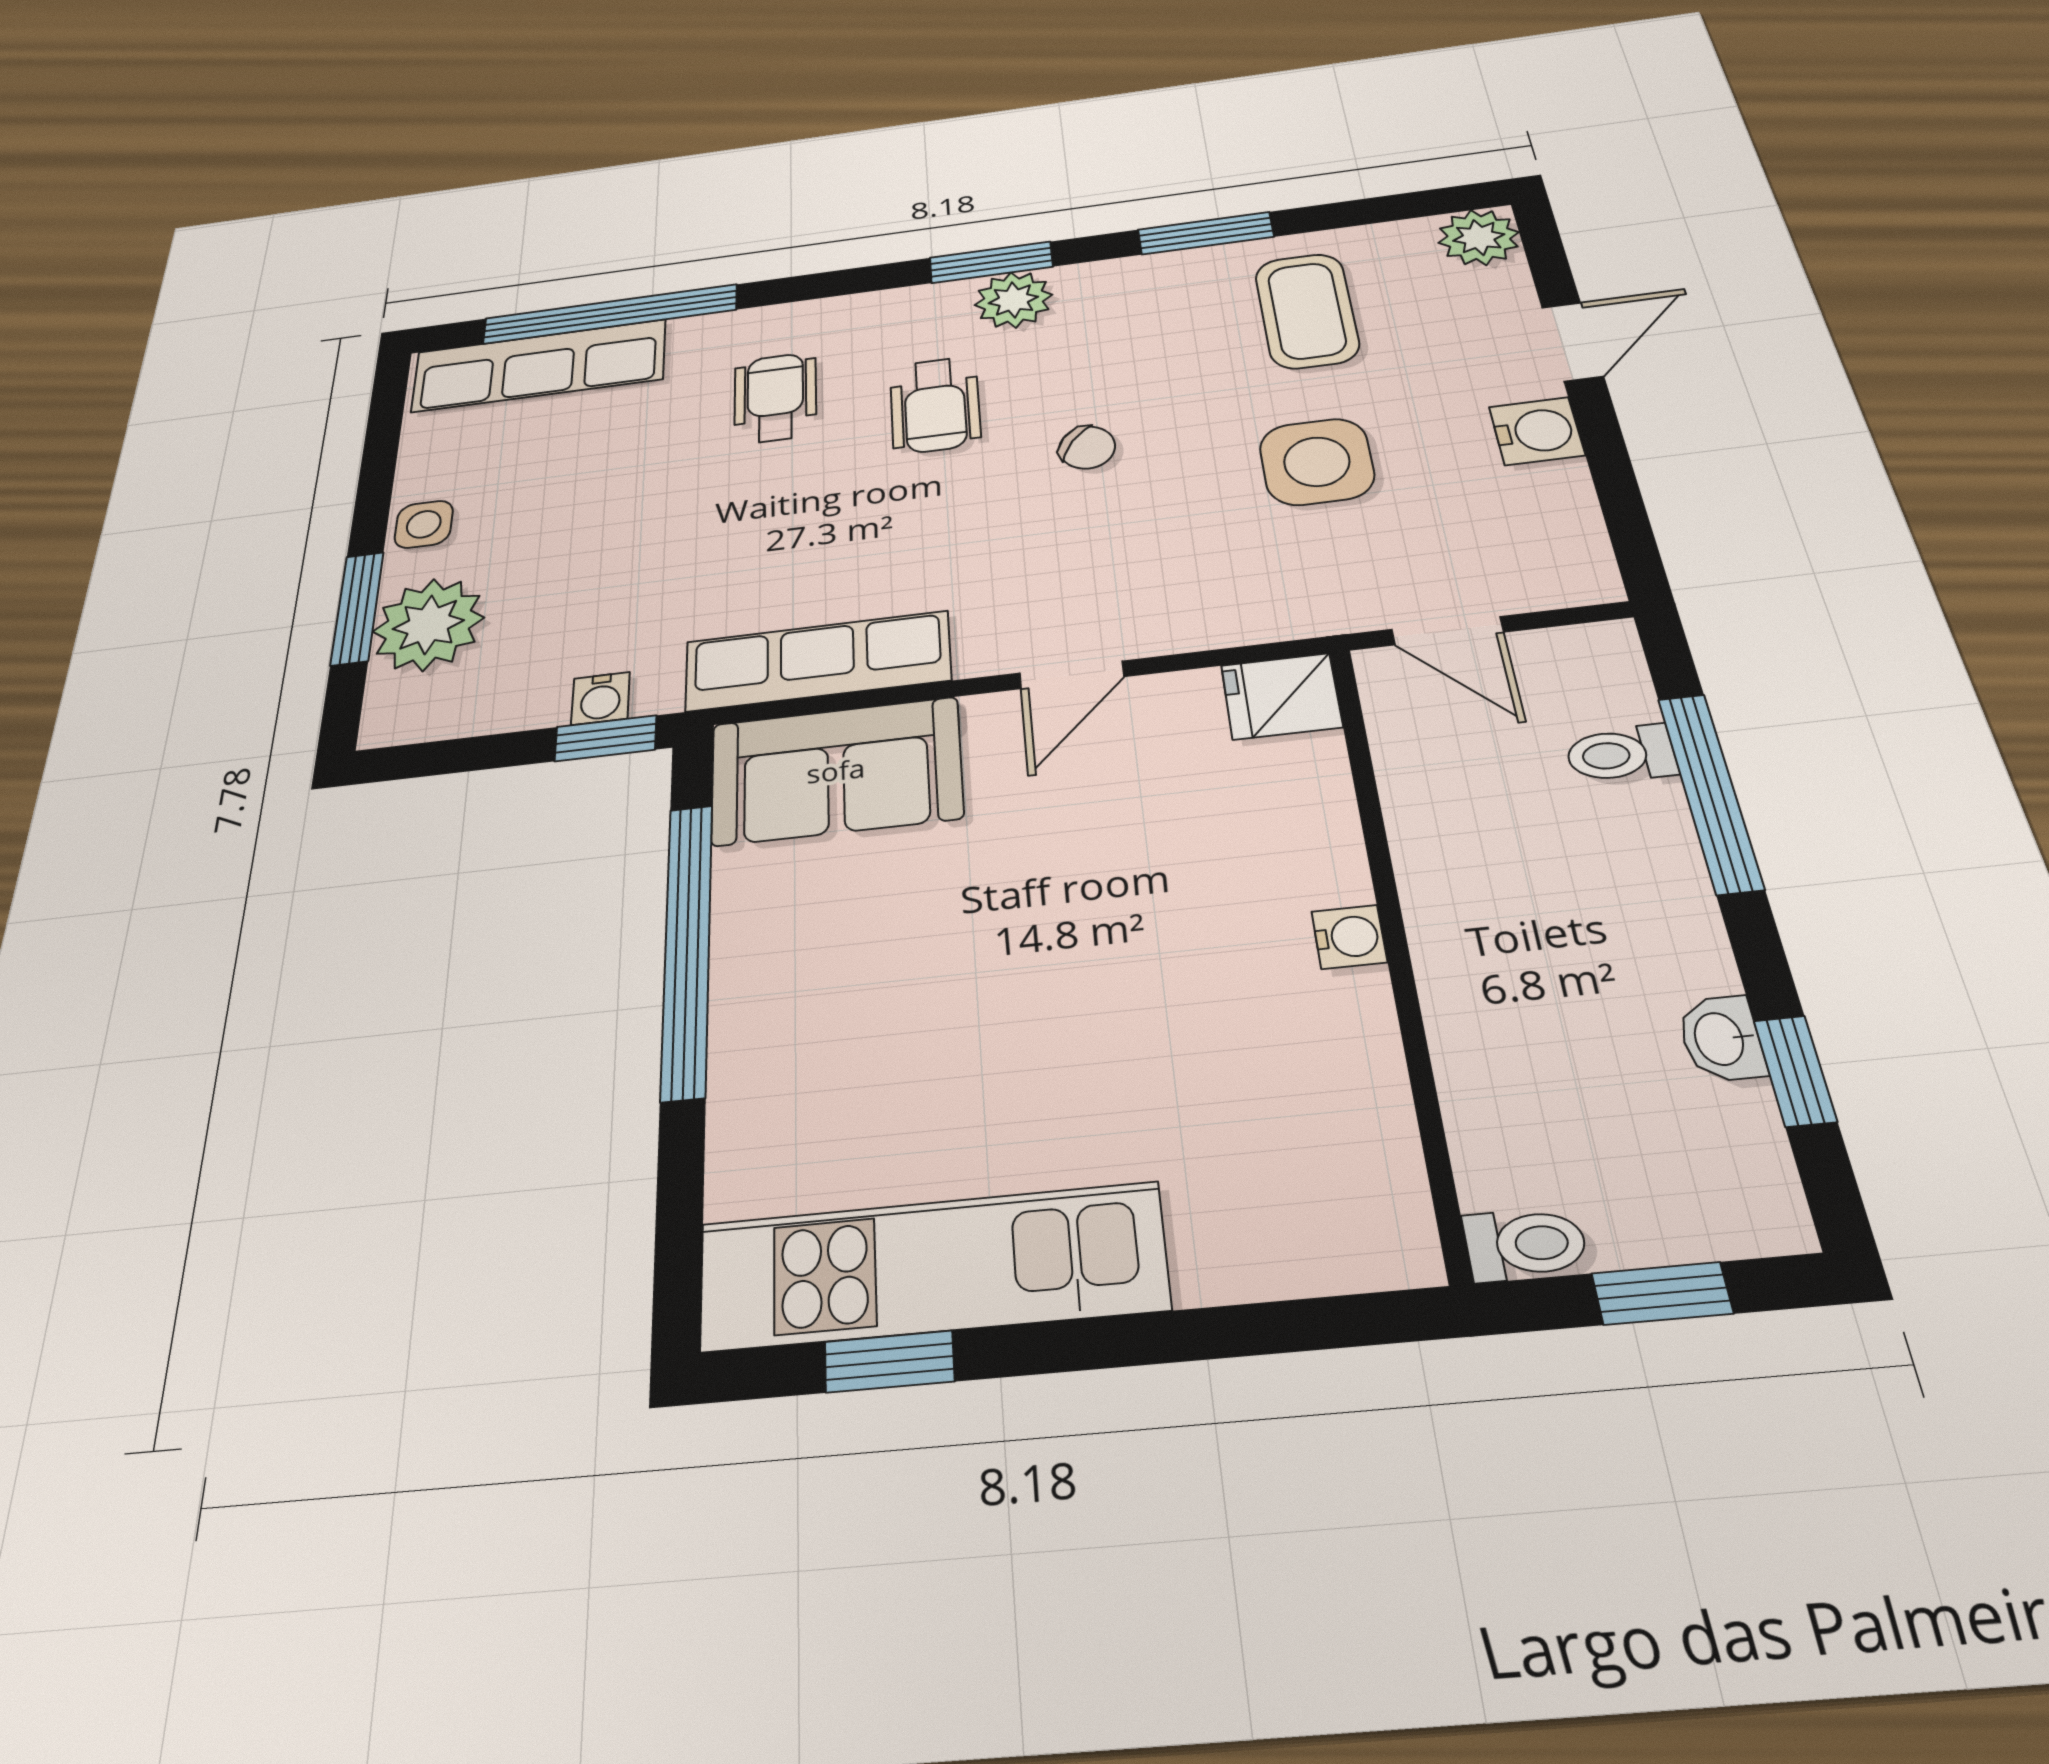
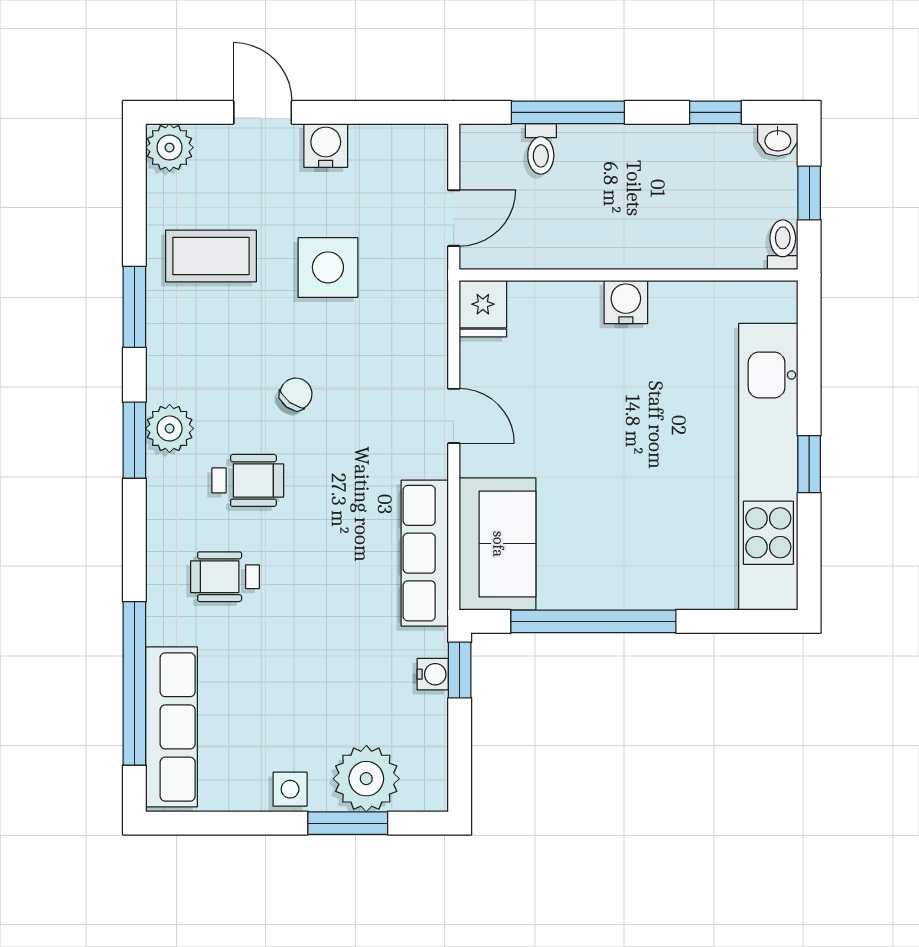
water cooler: (1349, 937) -> (626, 302), width x1.38, depth x1.38
washbasin: (1721, 1039) -> (778, 140), moved
kitchen unit: (931, 1267) -> (768, 467), width x1.36
window: (889, 1362) -> (809, 464), moved

